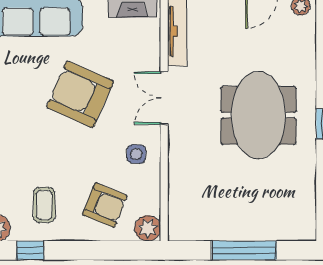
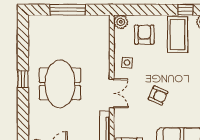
armchair: (80, 94) -> (158, 95), width x0.53, depth x0.53
coffee table: (44, 205) -> (178, 35), width x1.86, depth x1.72
armchair: (105, 205) -> (144, 35), turned 68

